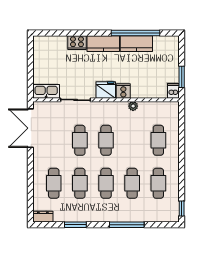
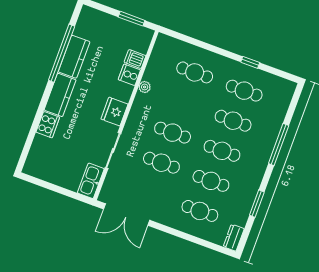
cooker: (123, 91) -> (129, 75), moved
dishwasher: (173, 91) -> (135, 59), moved
window: (182, 208) -> (250, 62), moved

